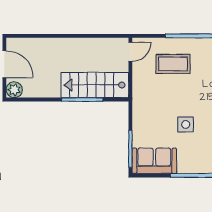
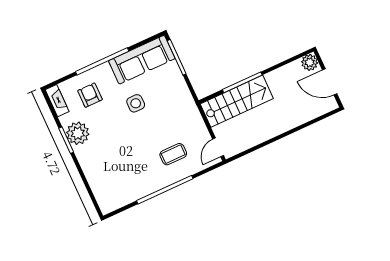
coffee table: (173, 64) -> (173, 154), width x0.73, depth x0.77
sofa: (154, 161) -> (142, 60), width x1.36

